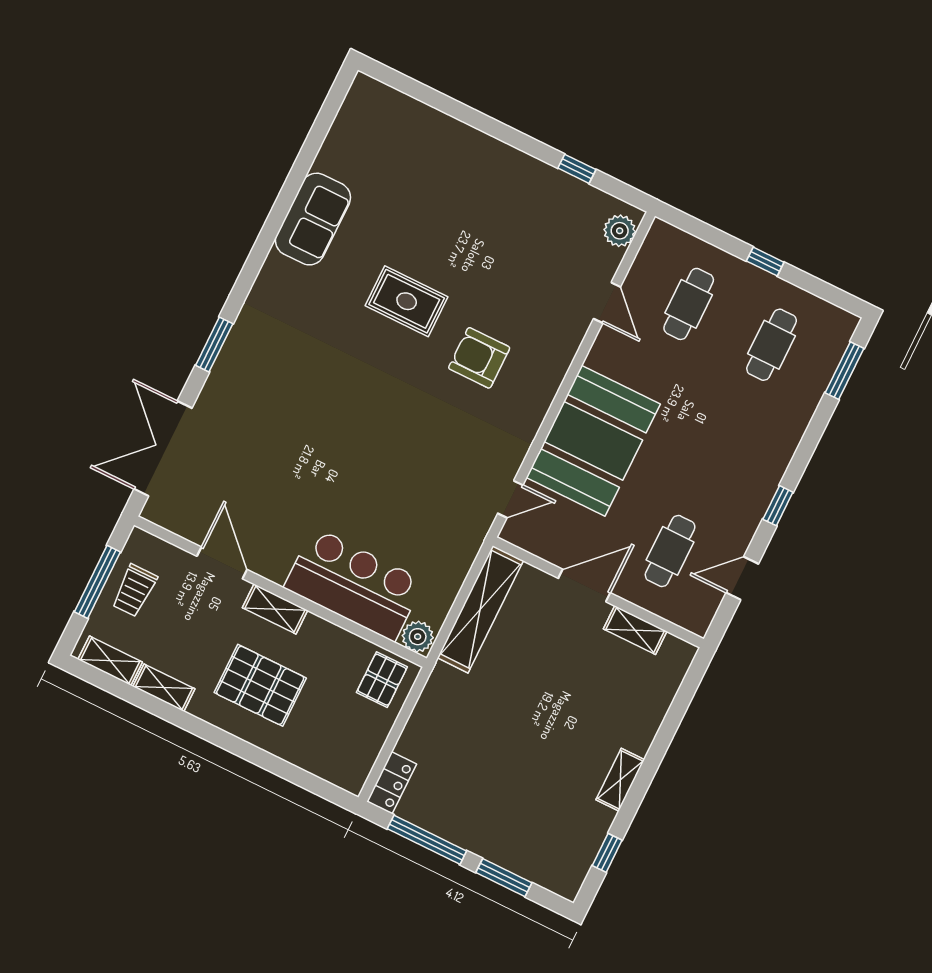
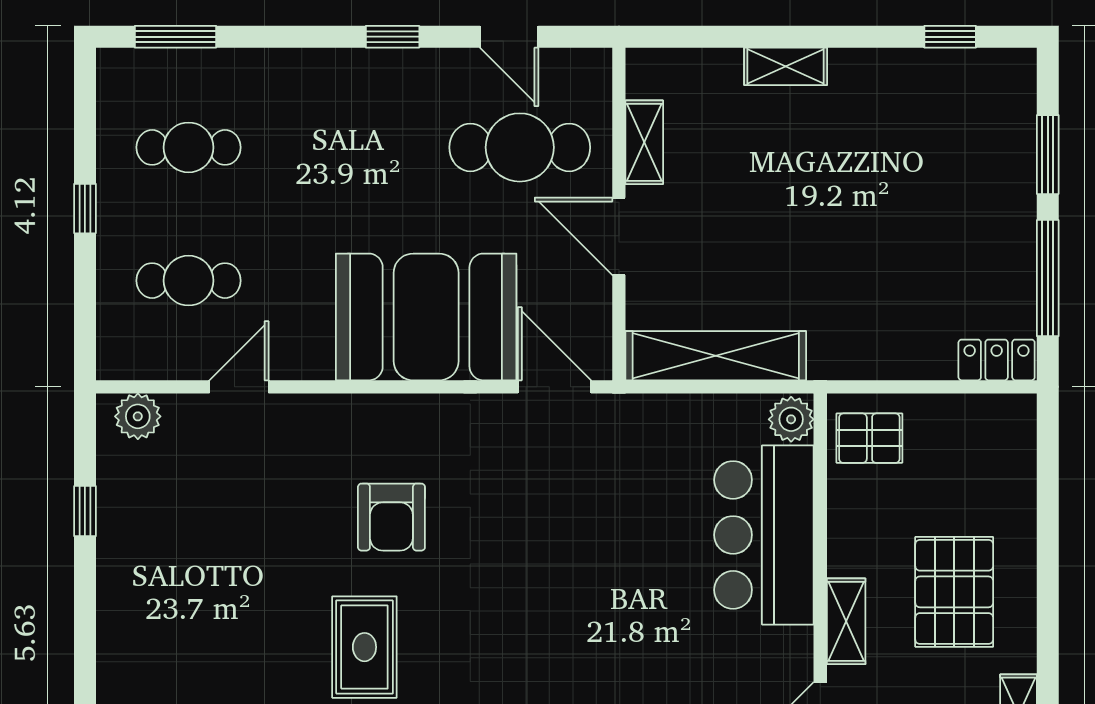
door: (510, 499) -> (554, 387), width x1.38
cafe table: (670, 551) -> (520, 147), width x1.37, depth x1.35
shelving: (620, 780) -> (786, 66), moved

